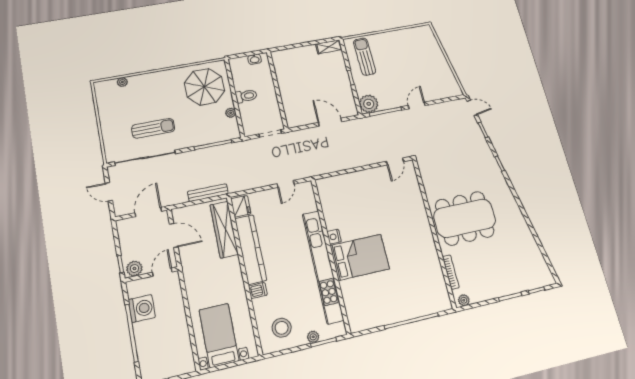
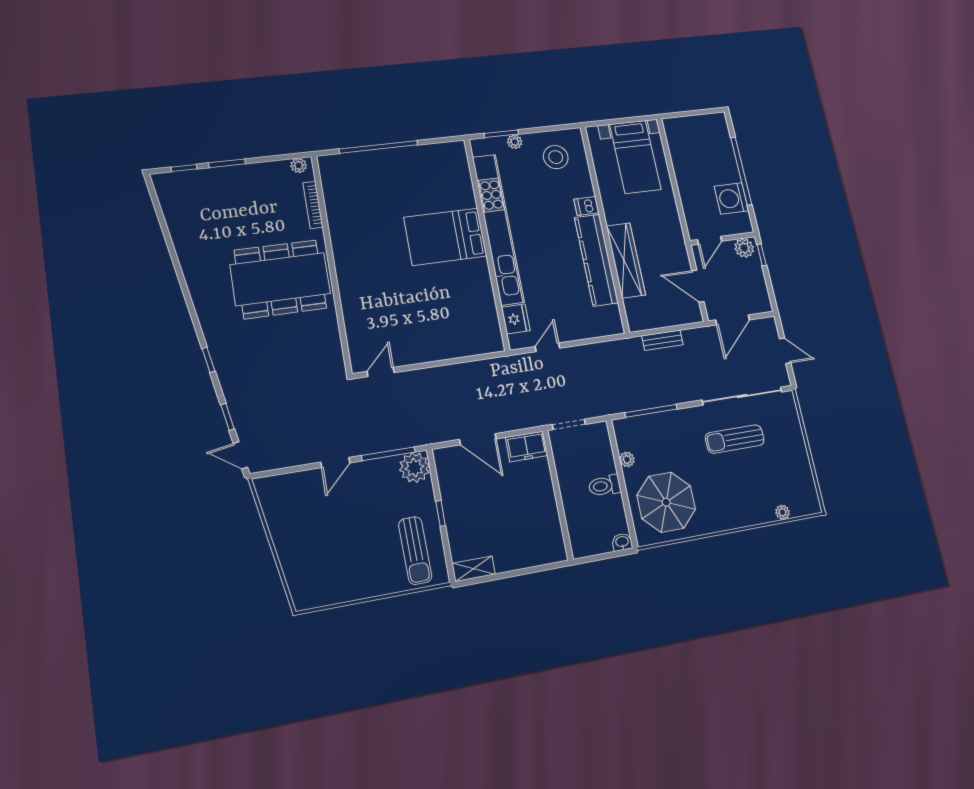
washbasin: (255, 59) -> (622, 542), moved
freezer: (298, 119) -> (526, 446), added
bench: (208, 193) -> (662, 340), width x0.73
fridge: (241, 206) -> (516, 319), moved, turned 180
wardrobe: (224, 230) -> (626, 260), moved
nightstand: (334, 237) -> (480, 268), removed

